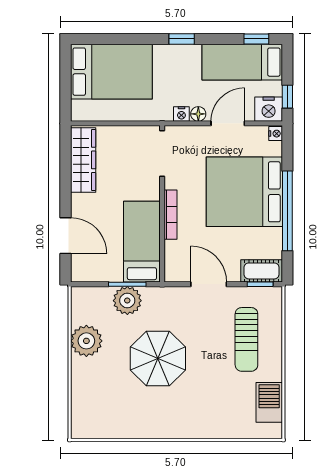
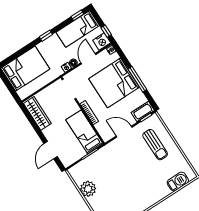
window: (287, 211) -> (137, 79), width x0.68
door: (66, 236) -> (51, 150), swing flipped
plant: (127, 301) -> (94, 161), removed
parasol: (158, 359) -> (123, 177), removed
barbecue: (269, 402) -> (178, 182), moved, turned 90

